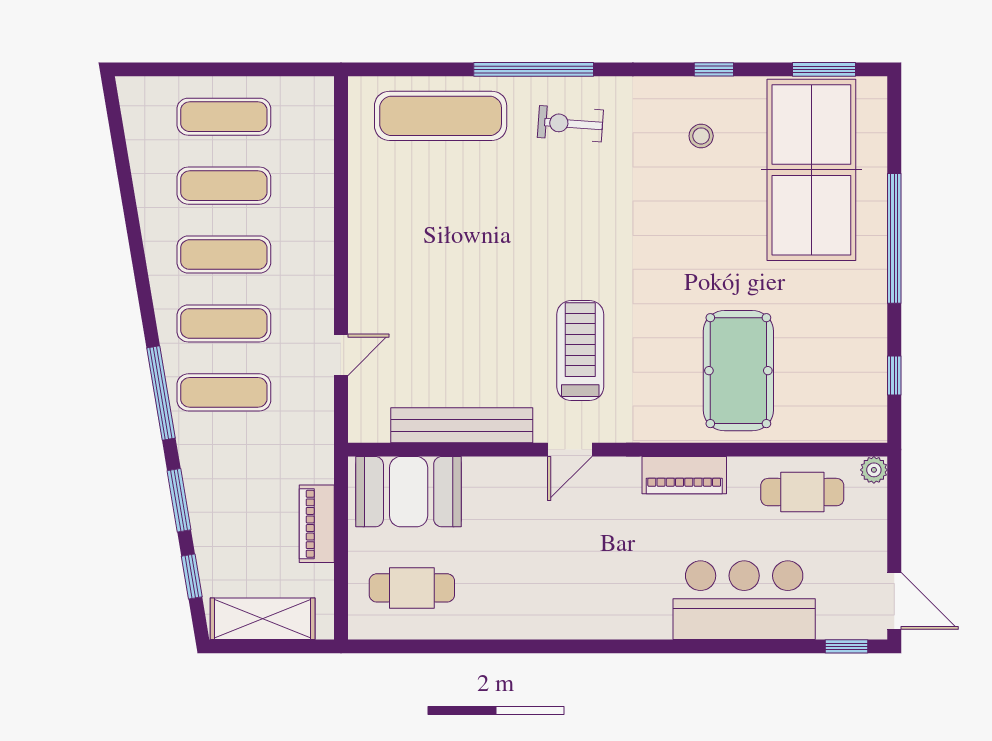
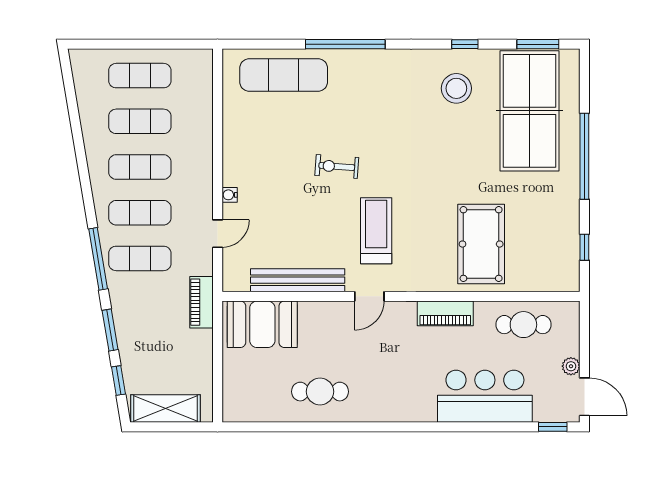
exercise bike: (570, 124) -> (337, 166), moved
stool: (701, 136) -> (456, 88), width x1.89, depth x1.89
water cooler: (359, 297) -> (230, 195), added
plant: (874, 470) -> (571, 366), moved
piano: (317, 524) -> (201, 302), moved
cafe table: (412, 588) -> (320, 392), moved

